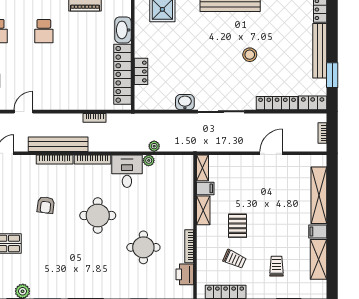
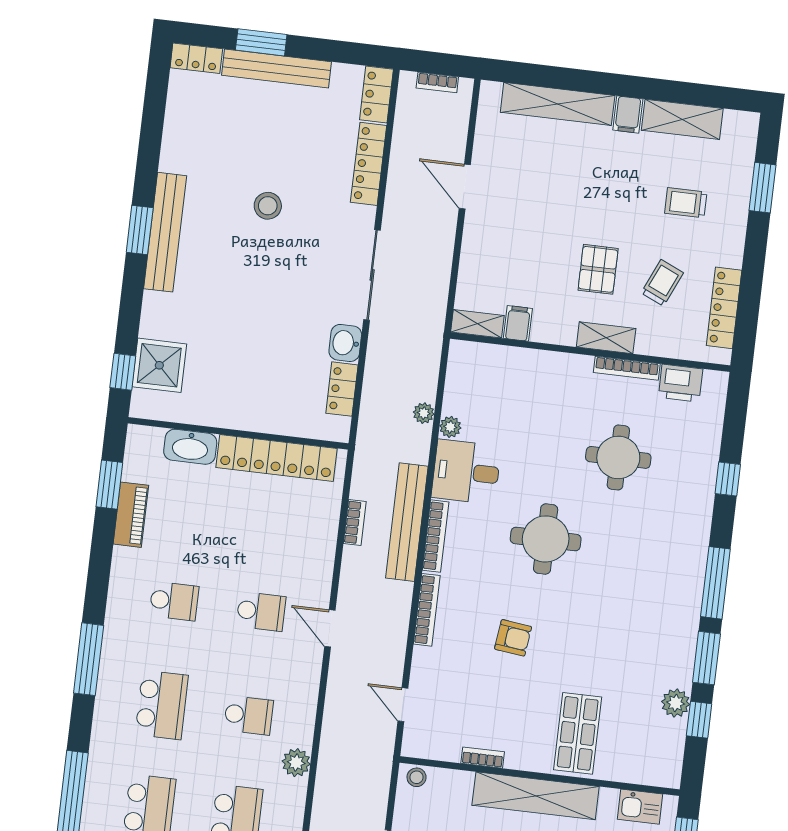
locker: (141, 71) -> (342, 389), moved, turned -90
window: (332, 75) -> (261, 42), moved
school desk: (44, 76) -> (261, 611), added
door: (24, 112) -> (330, 628), moved
bench: (58, 144) -> (407, 522), moved
shelving: (203, 210) -> (606, 338), moved
pallet: (237, 226) -> (598, 269), turned 90

